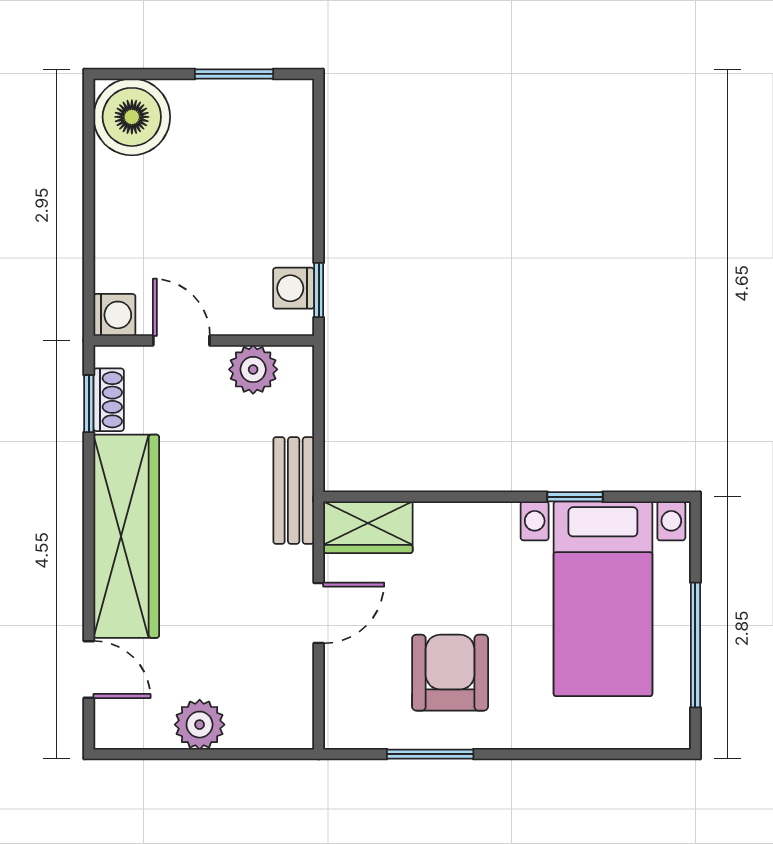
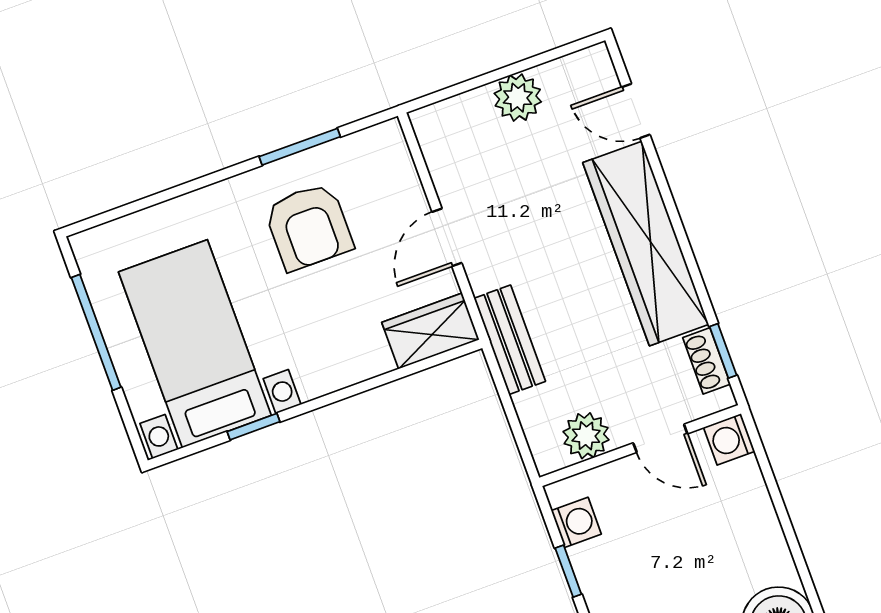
window: (319, 290) -> (568, 571), moved

